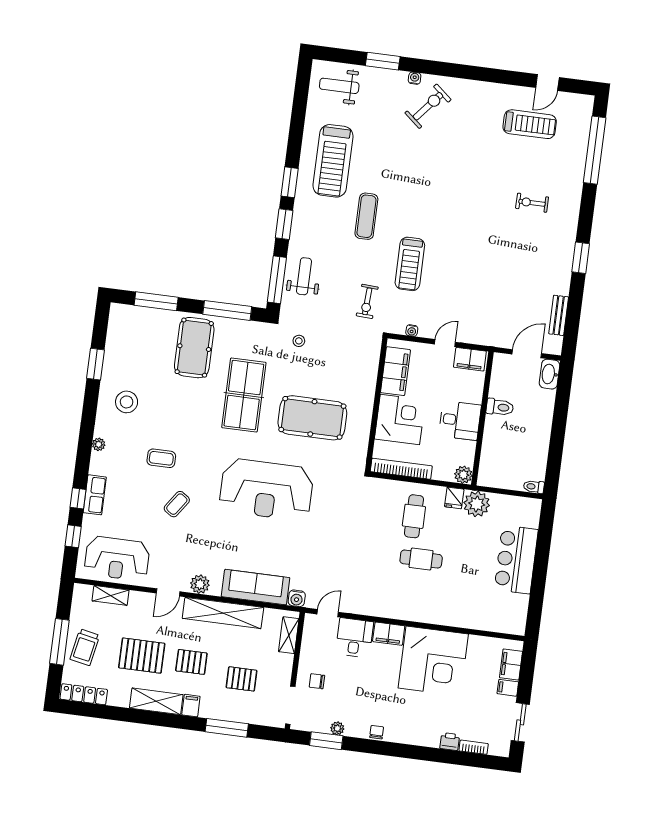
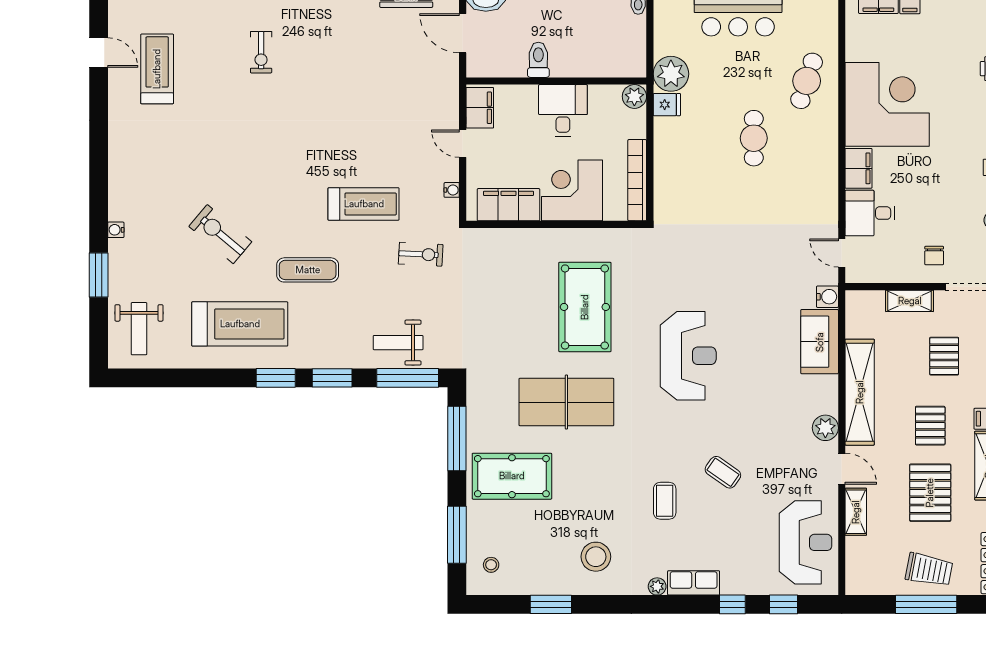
exercise bike: (428, 106) -> (220, 234), moved
stool: (299, 341) -> (491, 565), moved
reception desk: (266, 490) -> (688, 356), width x0.74, depth x0.77
row of seats: (95, 495) -> (694, 583), moved
cafe table: (414, 516) -> (807, 81), moved, turned -72
sofa: (256, 587) -> (820, 342), width x0.73
shelving: (111, 595) -> (856, 512), moved
shelving: (289, 635) -> (910, 301), moved

